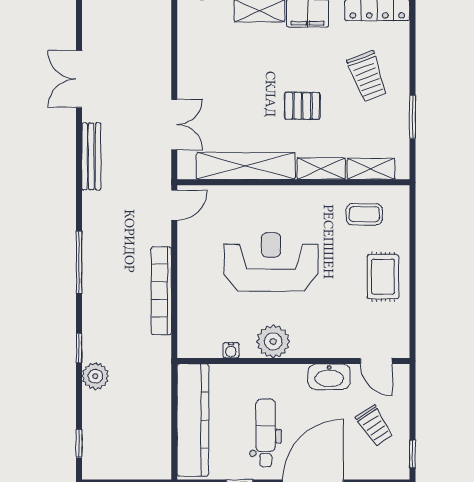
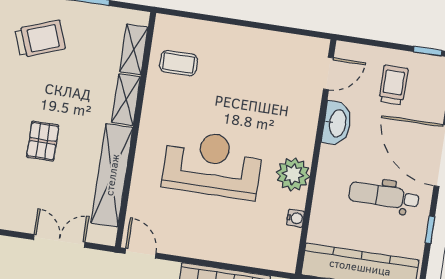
pallet: (302, 106) -> (43, 141), moved
coffee table: (364, 214) -> (179, 63), turned 90
reception desk: (271, 262) -> (212, 164), turned 90
rug: (383, 277) -> (244, 54), removed
trolley: (375, 426) -> (393, 85), turned -57

